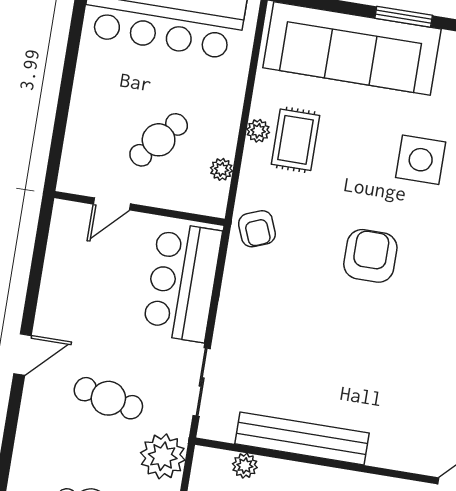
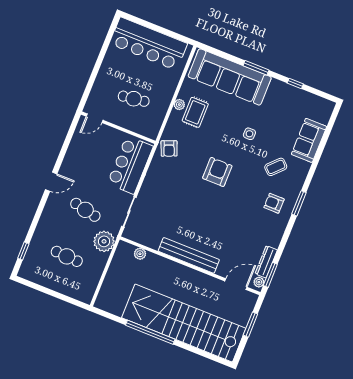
cafe table: (159, 140) -> (134, 99), turned 42
side table: (421, 160) -> (249, 134), width x0.54, depth x0.54
plant: (221, 169) -> (159, 118), removed
door: (112, 204) -> (95, 118), moved
bench: (302, 438) -> (189, 255), moved

